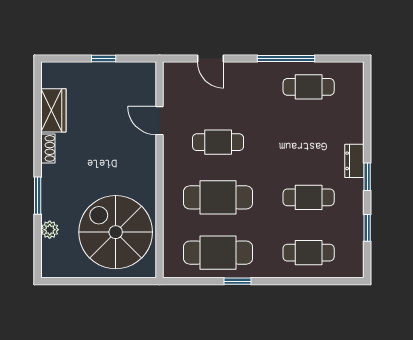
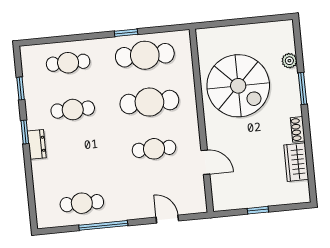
spiral stairs: (116, 232) -> (238, 86), moved

